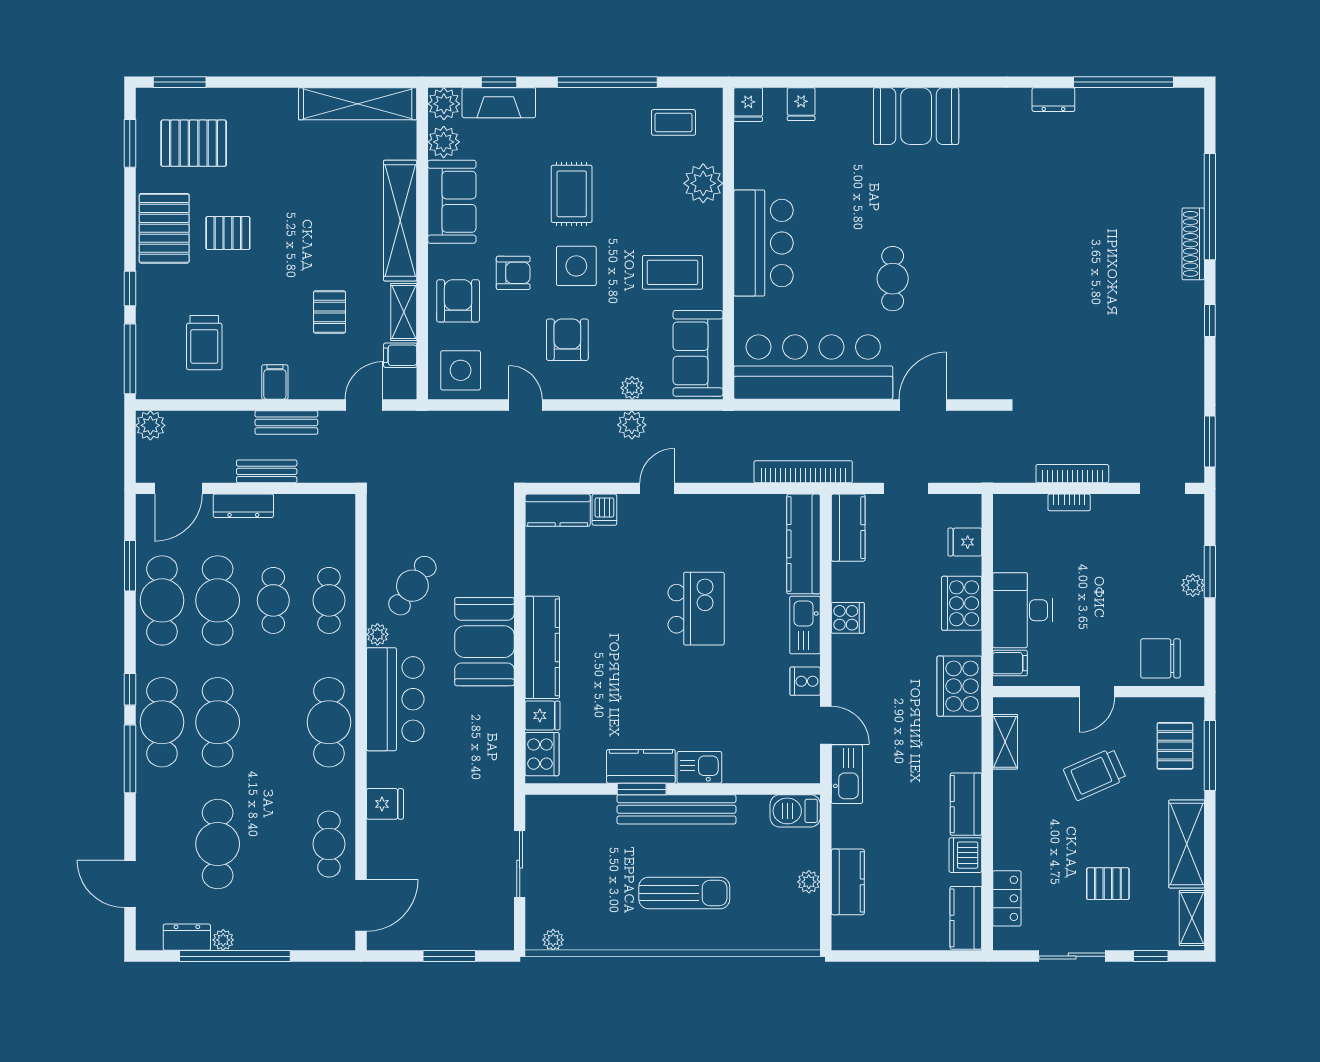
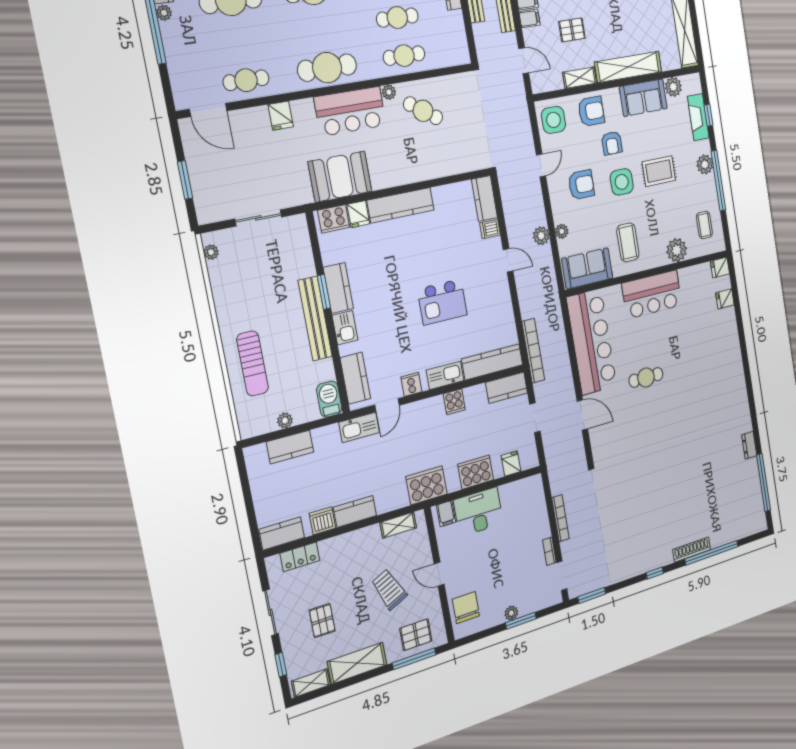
plant: (444, 104) -> (705, 164), moved
booth: (916, 116) -> (729, 368), removed
filing cabinet: (400, 355) -> (530, 18), moved, turned 90
bookcase: (1069, 502) -> (549, 551), moved
booth: (484, 642) -> (340, 177), moved
kitchen counter: (775, 766) -> (355, 378), added
sun lounger: (684, 893) -> (252, 363), moved

